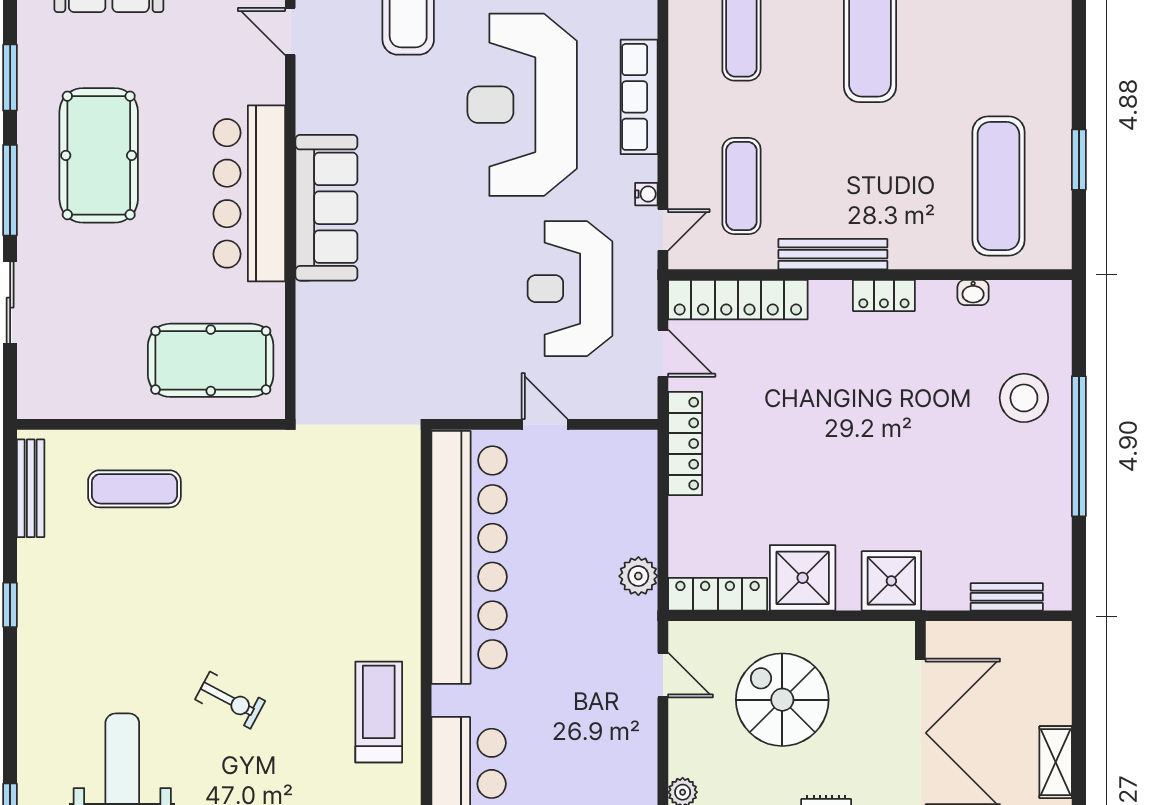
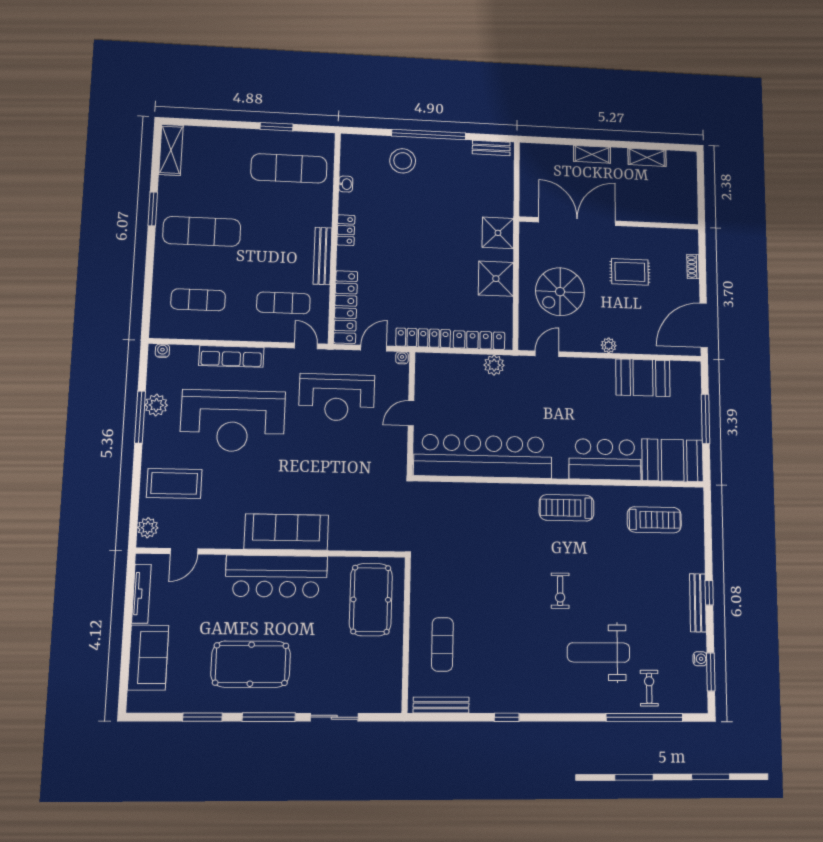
water cooler: (646, 194) -> (402, 358), moved
locker: (718, 594) -> (479, 340), moved, turned 90
bench: (1007, 597) -> (491, 148), moved, turned 90
exercise bike: (230, 700) -> (560, 591), turned 152

